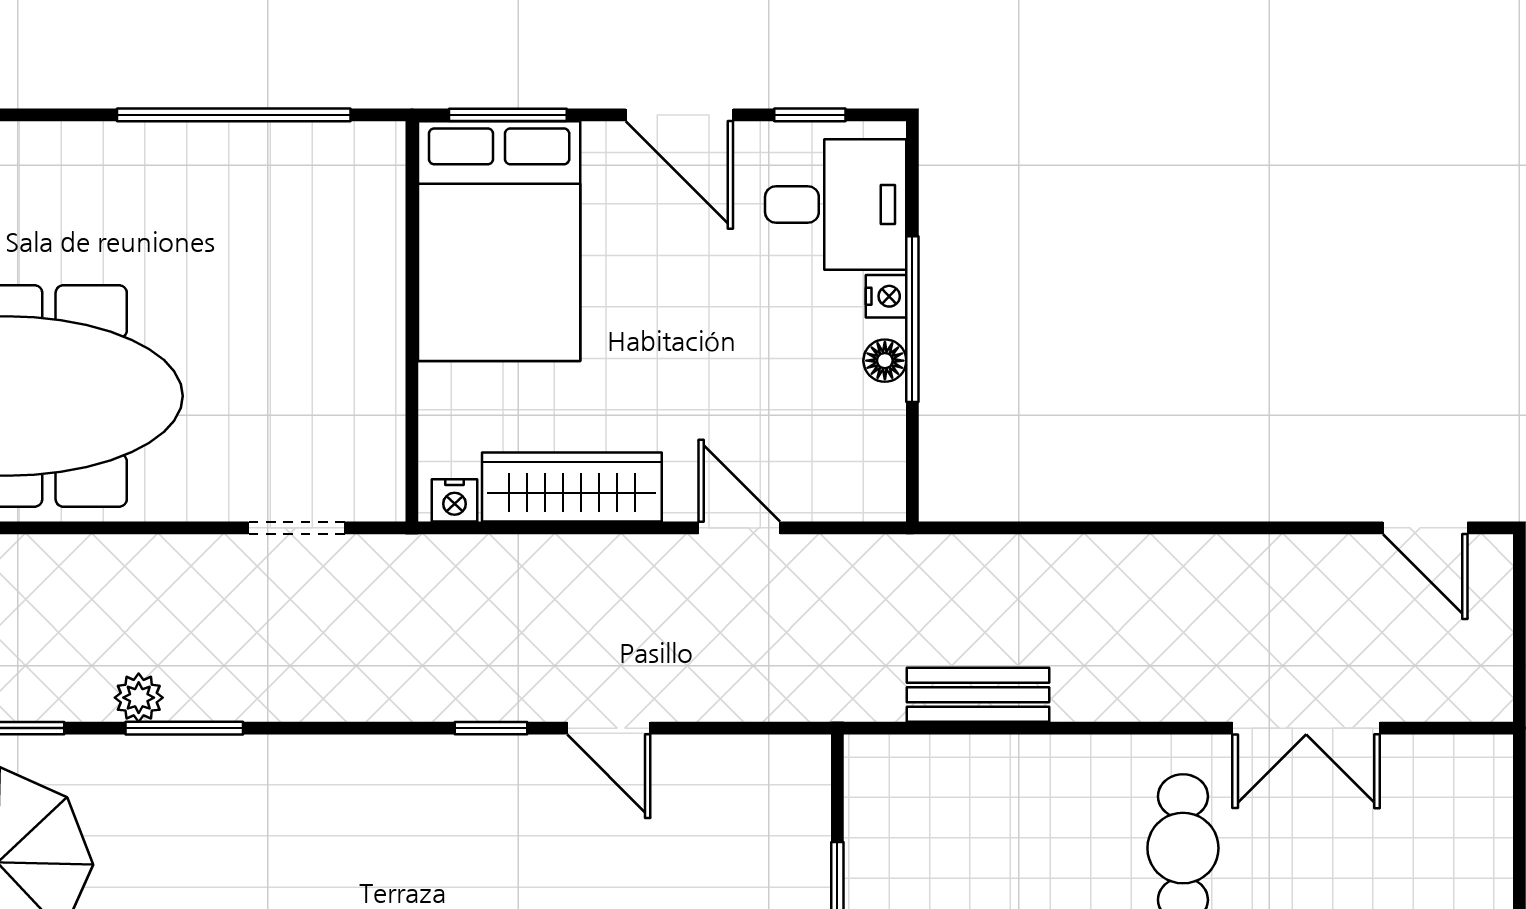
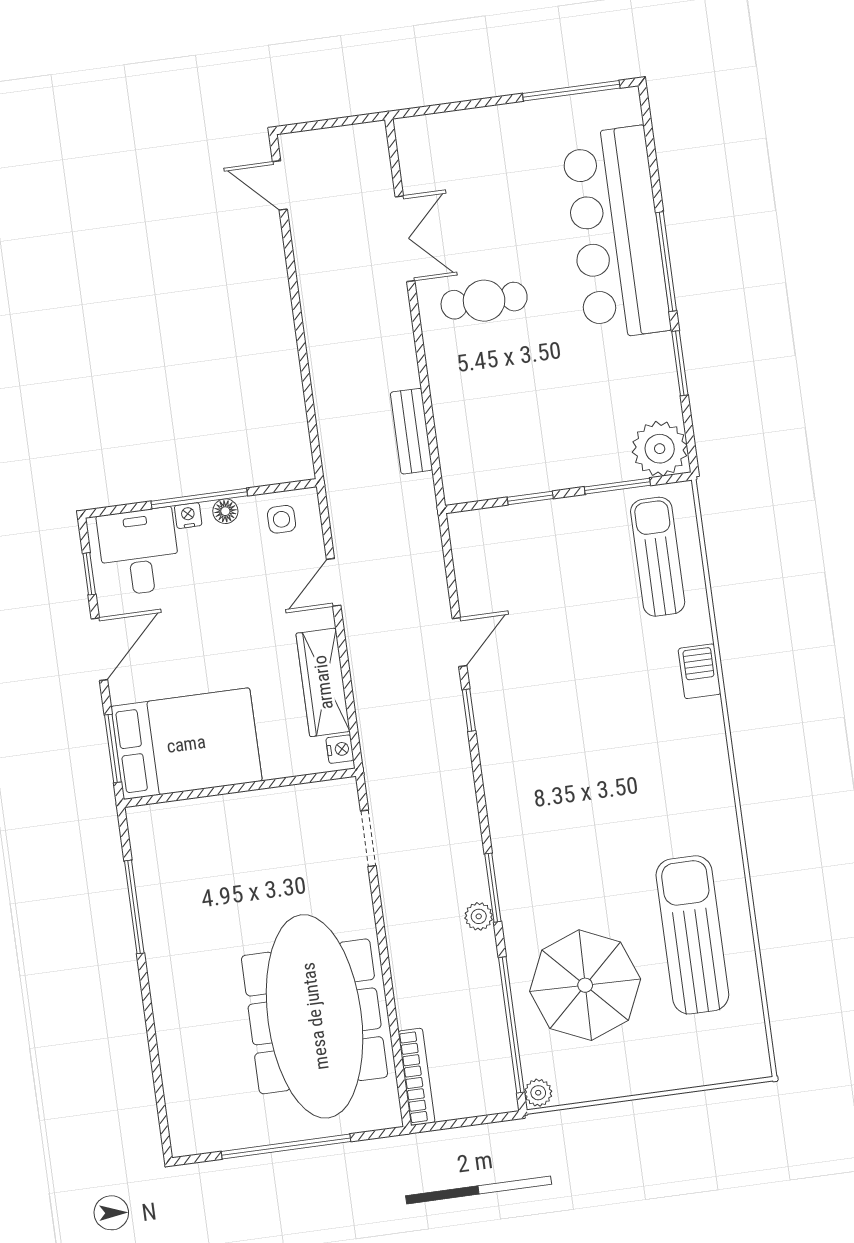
window: (234, 115) -> (134, 907), width x0.68
side table: (858, 454) -> (282, 519), added
door: (1425, 528) -> (280, 185), swing flipped

